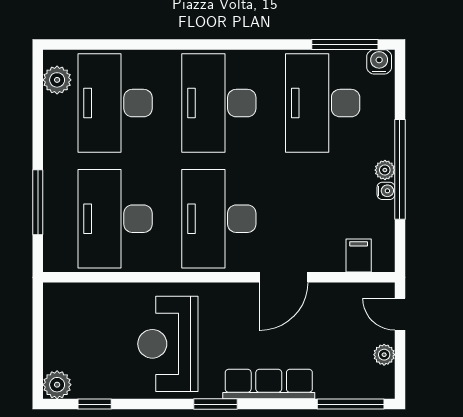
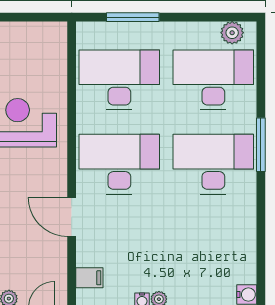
window: (345, 44) -> (261, 145), moved
desk: (323, 103) -> (213, 249), removed

